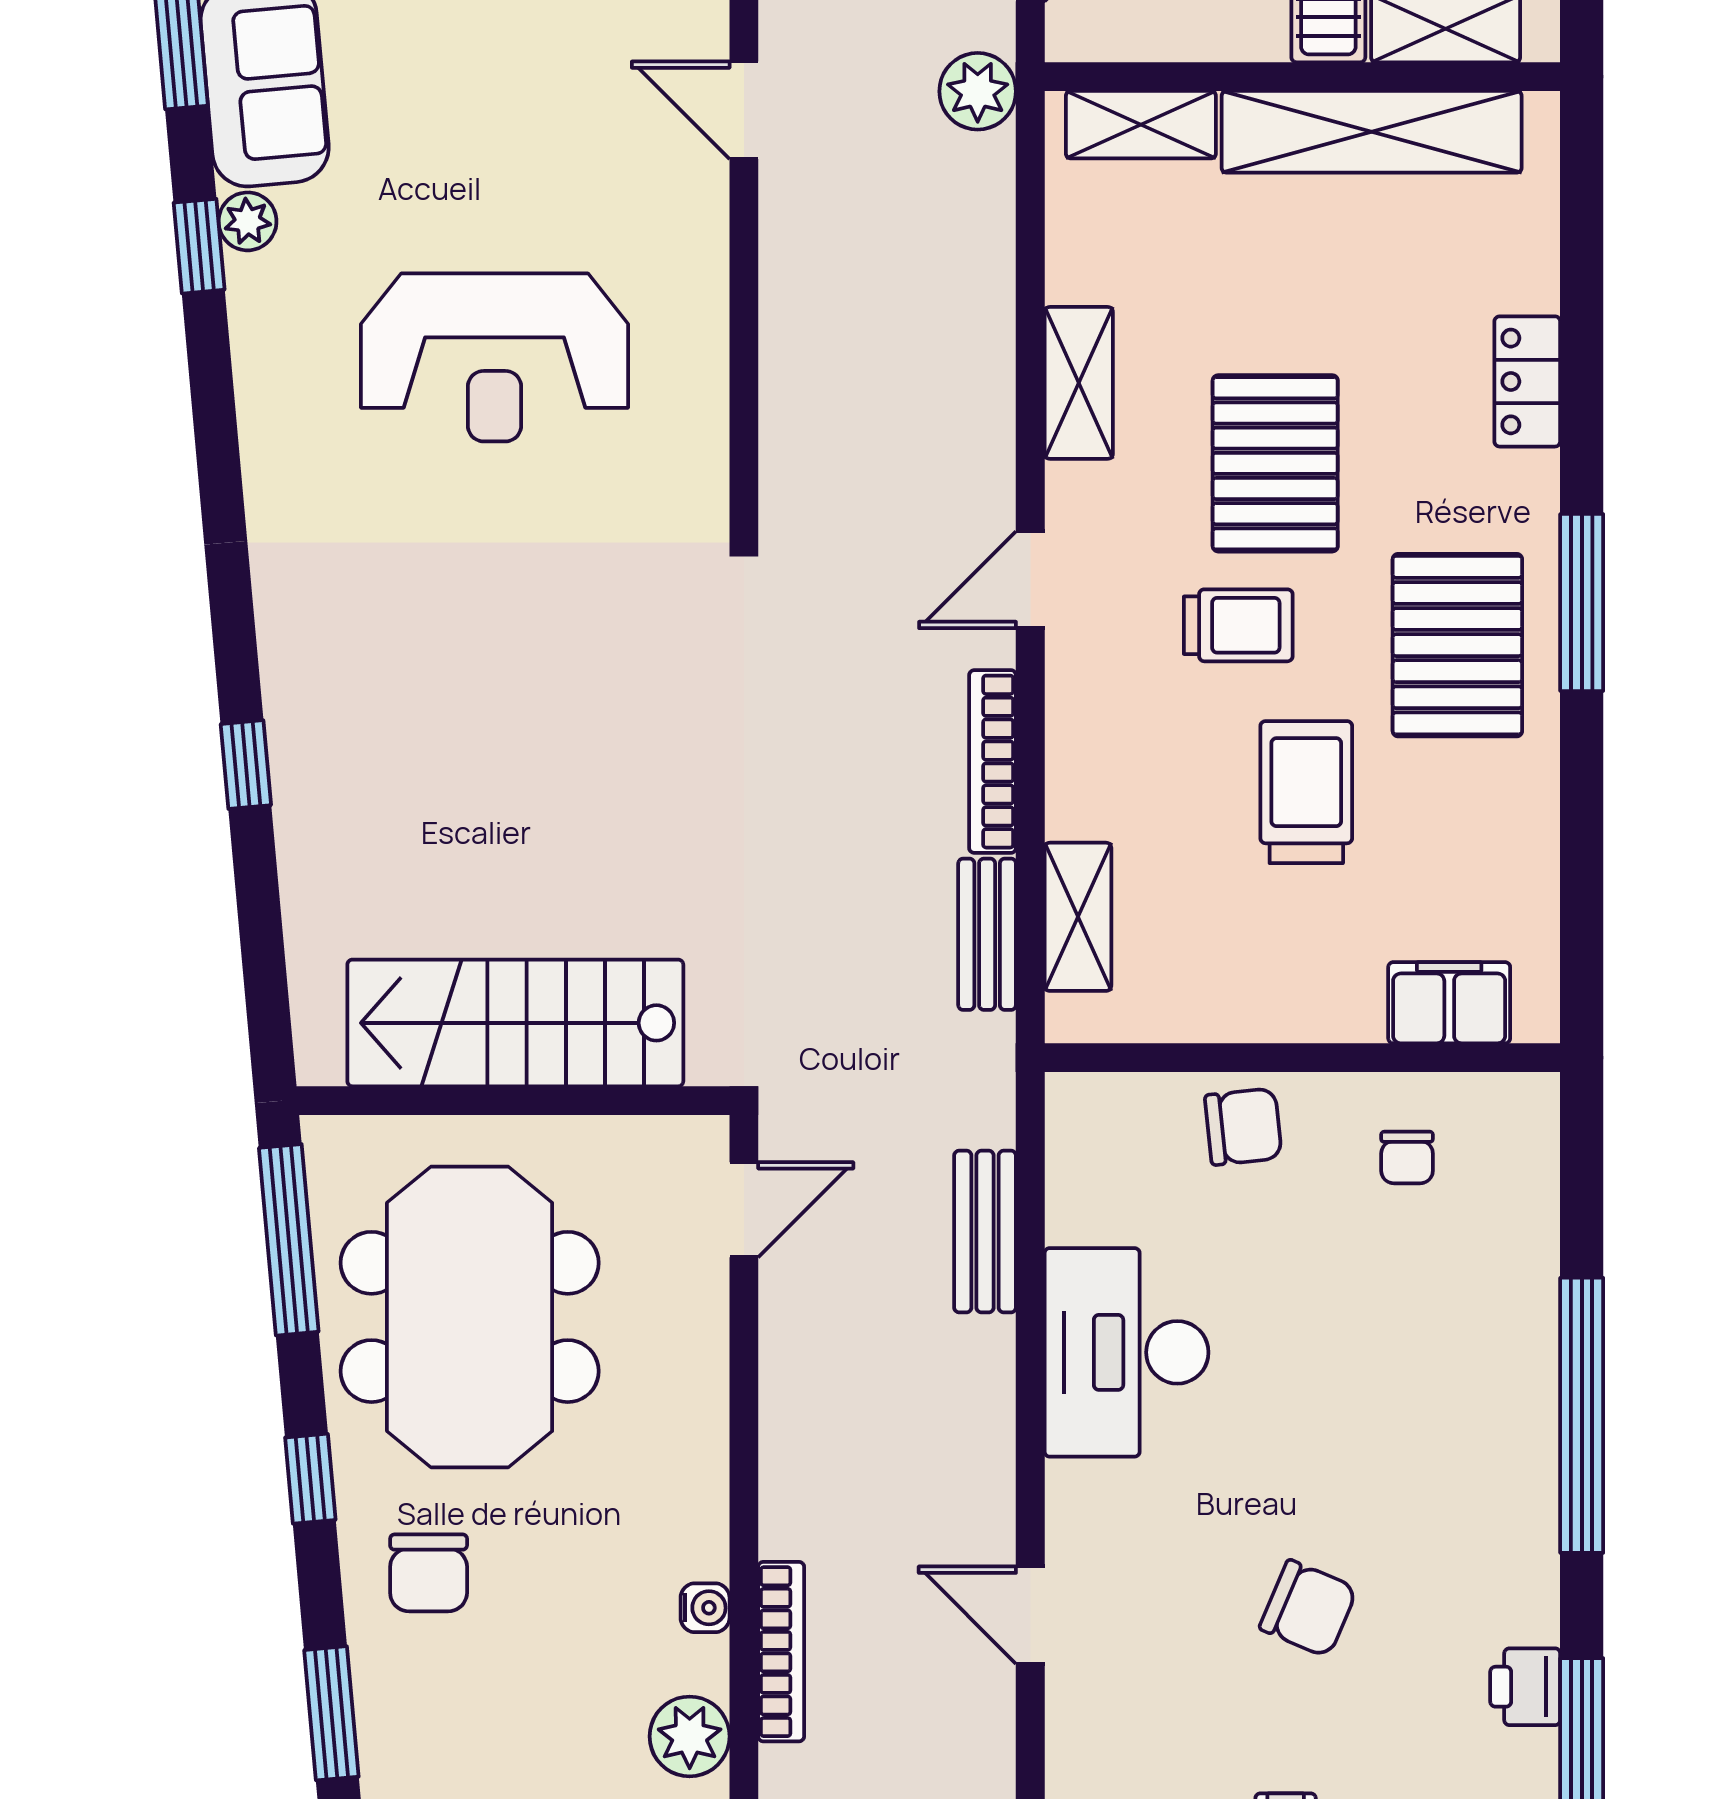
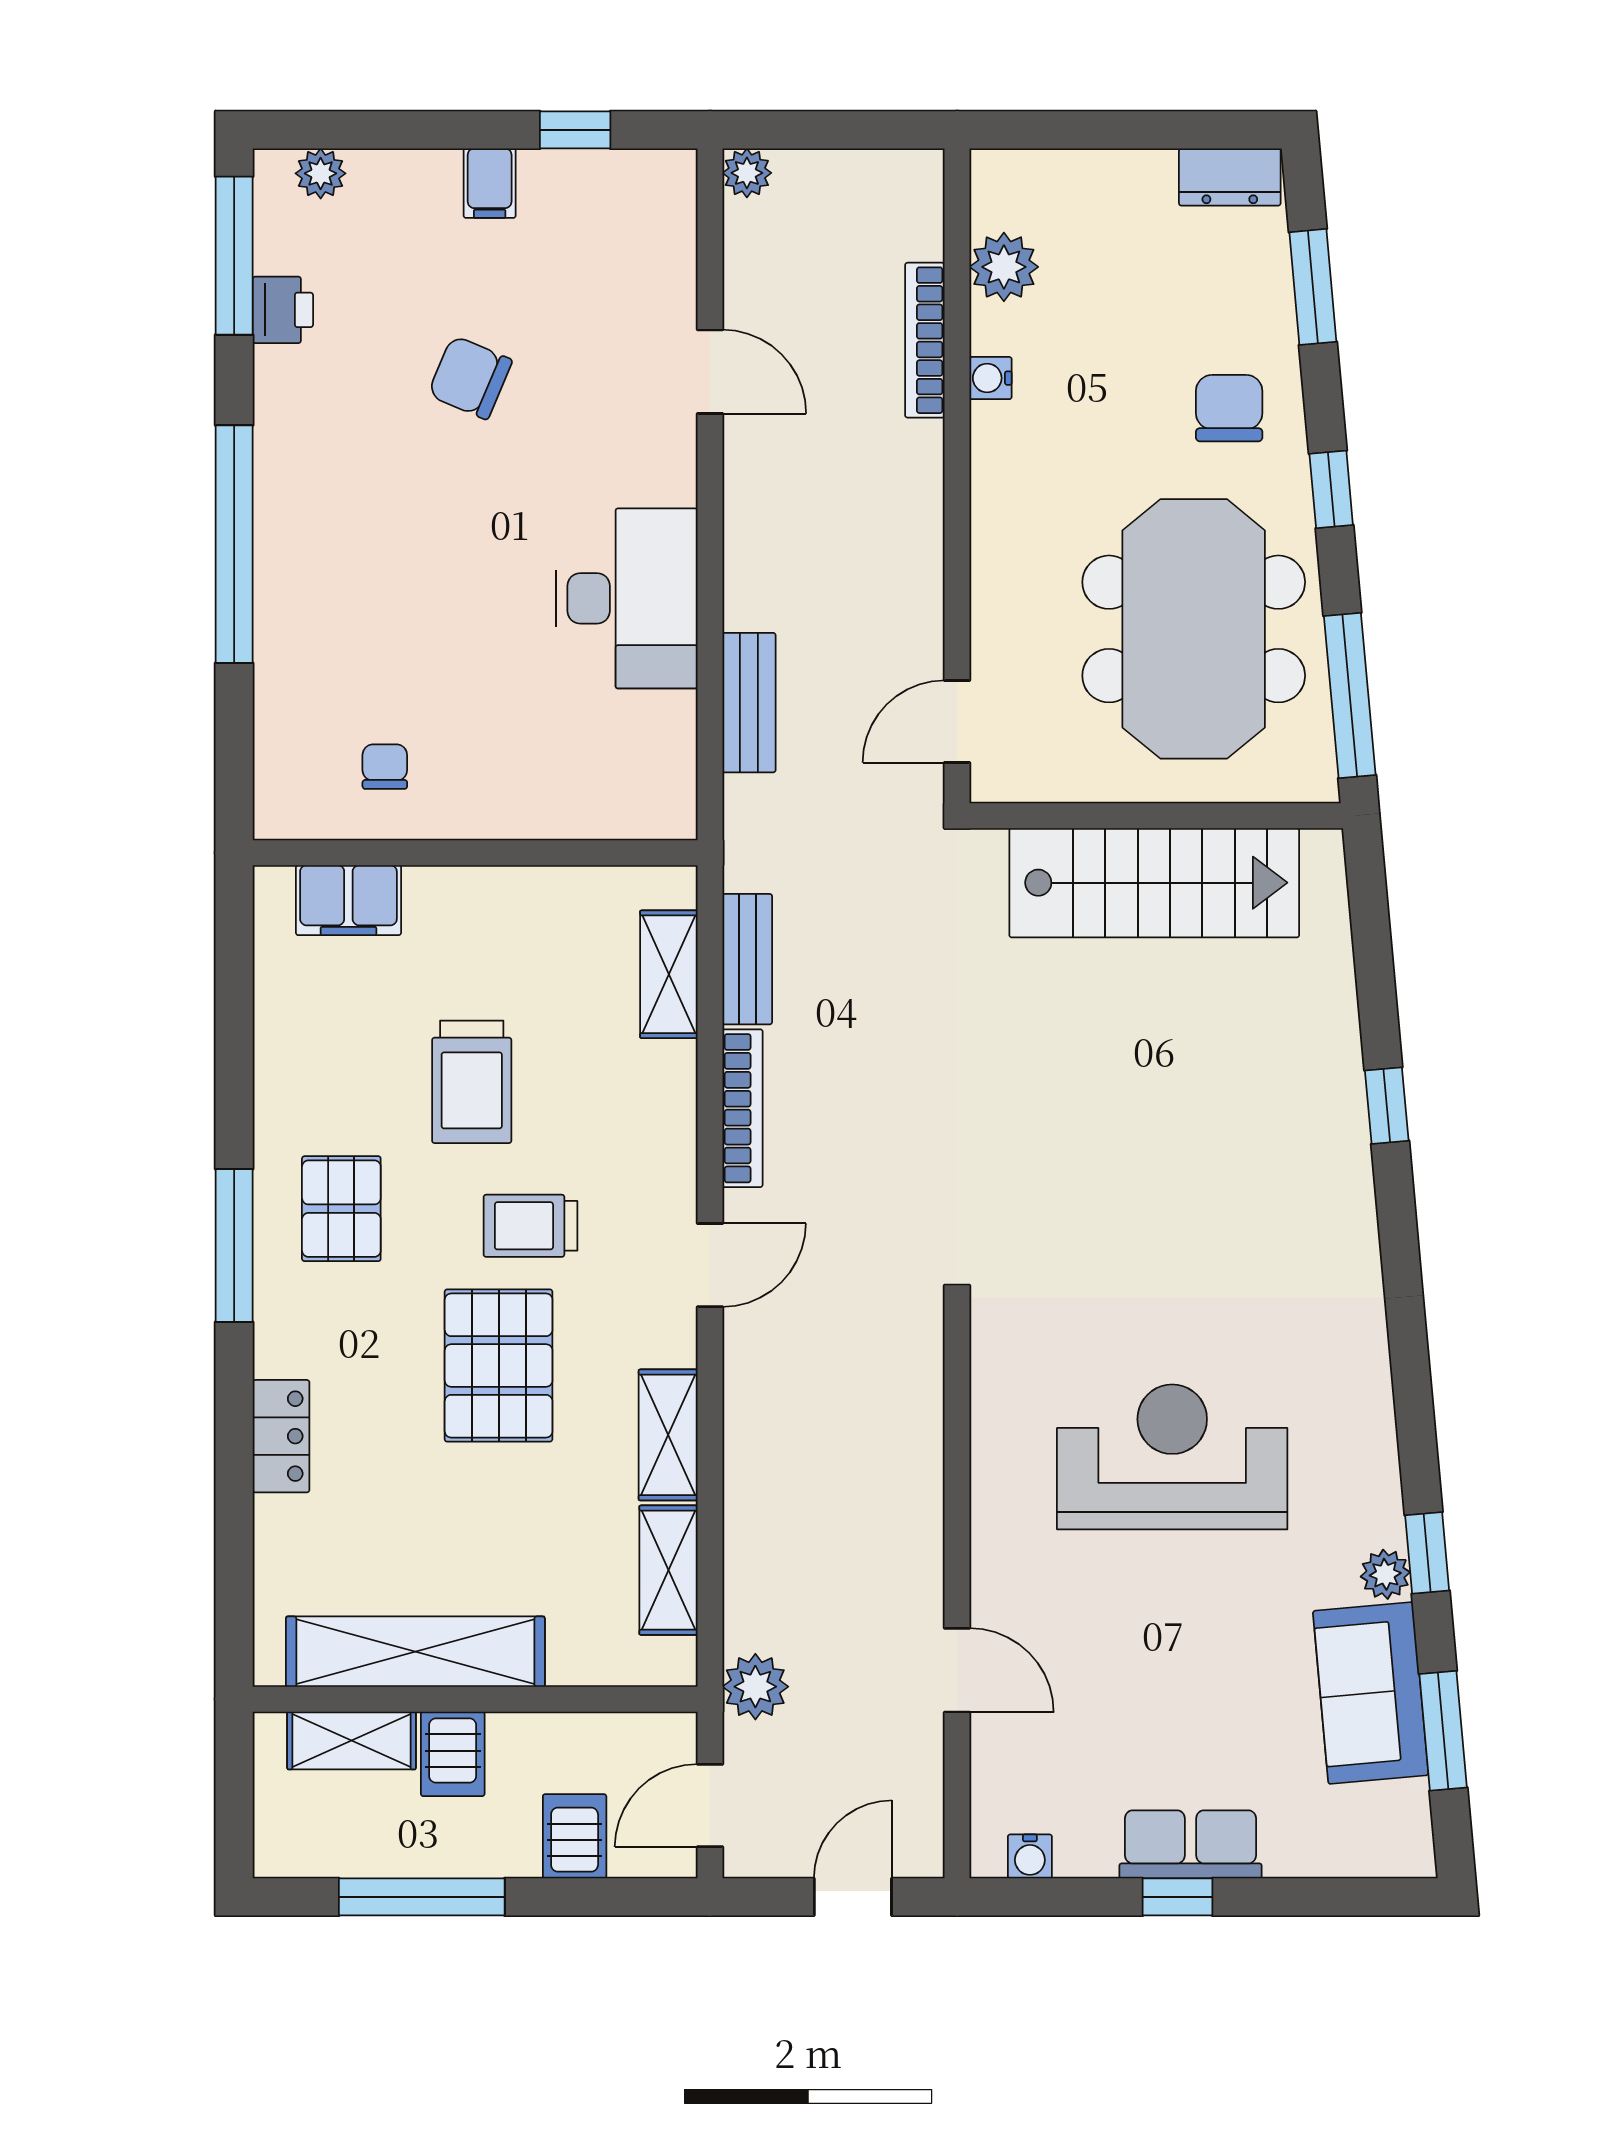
shelving: (1141, 125) -> (668, 1570), moved, turned 90
pallet: (1457, 645) -> (341, 1209), width x0.67, depth x0.71
chair: (1243, 1127) -> (526, 793), removed

